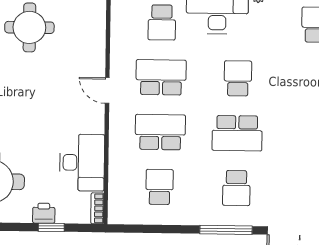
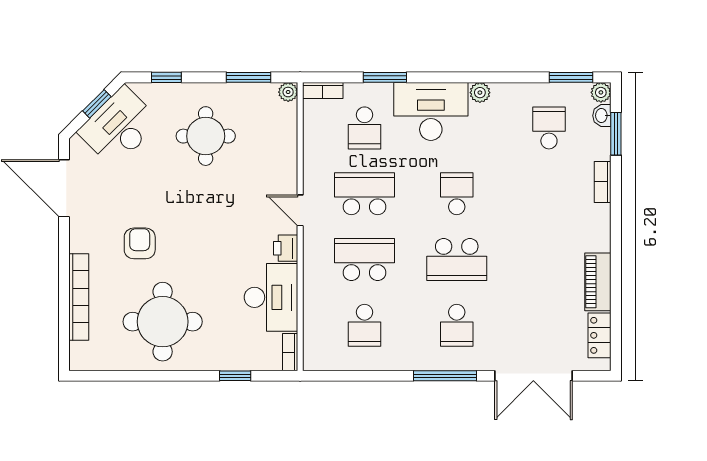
school desk: (160, 187) -> (365, 325), turned 180
printer: (44, 213) -> (286, 248), moved, turned -90

